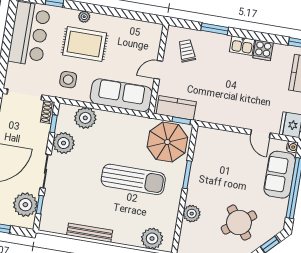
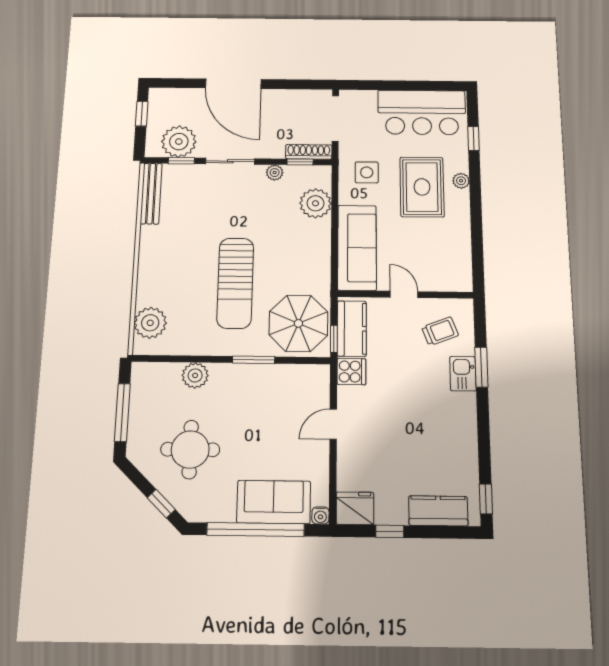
kitchen sink: (242, 46) -> (463, 374), moved
cooker: (263, 50) -> (351, 372), moved, turned 180
shoe rack: (48, 112) -> (309, 152), width x1.43
door: (260, 134) -> (333, 424), moved
plant: (64, 143) -> (275, 173), width x0.53, depth x0.53
round table: (239, 223) -> (190, 449), turned 37
bench: (90, 233) -> (151, 194), moved

